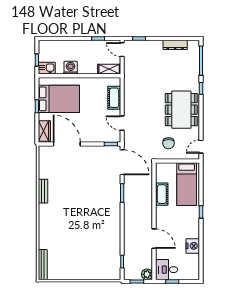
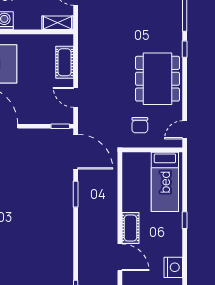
cot: (162, 194) -> (130, 228), moved

